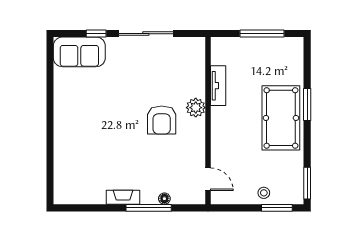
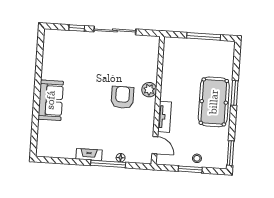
sofa: (79, 52) -> (51, 100), moved, turned -90
tv unit: (218, 86) -> (165, 117), moved
armchair: (162, 120) -> (122, 97), turned 180
window: (277, 208) -> (190, 169), moved

